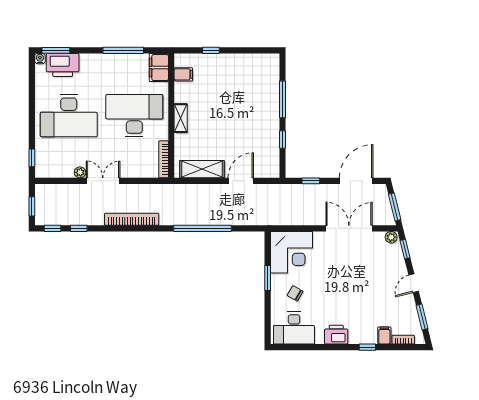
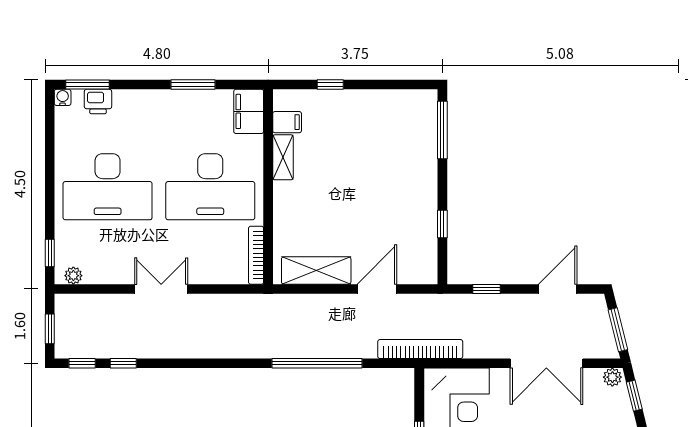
window: (123, 50) -> (193, 85), width x0.69
printer: (63, 65) -> (98, 101), width x0.53, depth x0.68
window: (283, 99) -> (442, 130), moved
desk: (134, 116) -> (210, 187), turned 180
shelving: (181, 118) -> (283, 157), moved
plant: (80, 172) -> (73, 276), moved
door: (356, 181) -> (558, 289), width x0.73
bookcase: (132, 219) -> (420, 349), moved
double door: (349, 228) -> (546, 363), swing flipped

